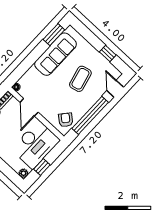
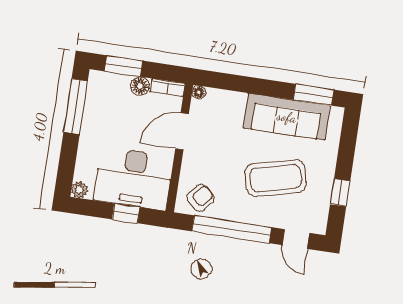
coffee table: (80, 79) -> (276, 178), width x1.36, depth x1.32
door: (115, 89) -> (296, 239), swing flipped
window: (42, 167) -> (126, 213), moved

